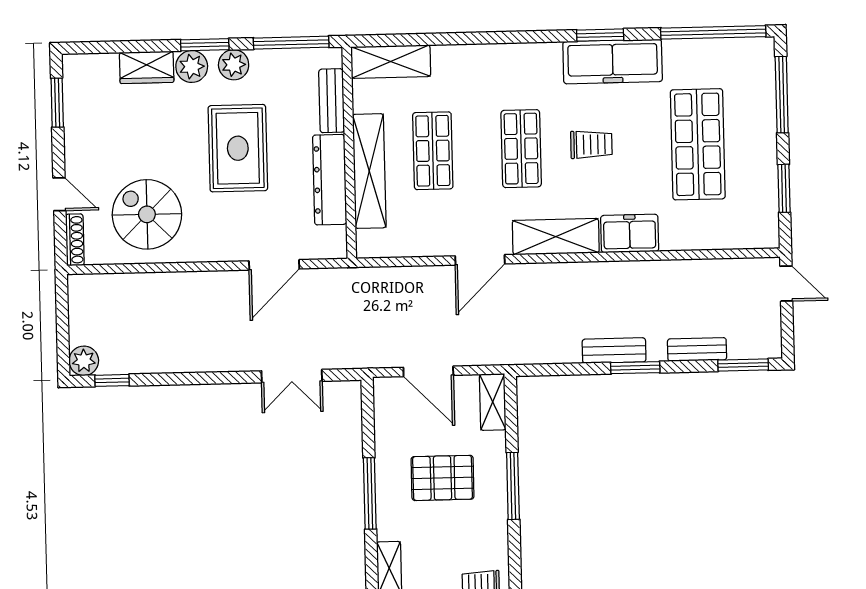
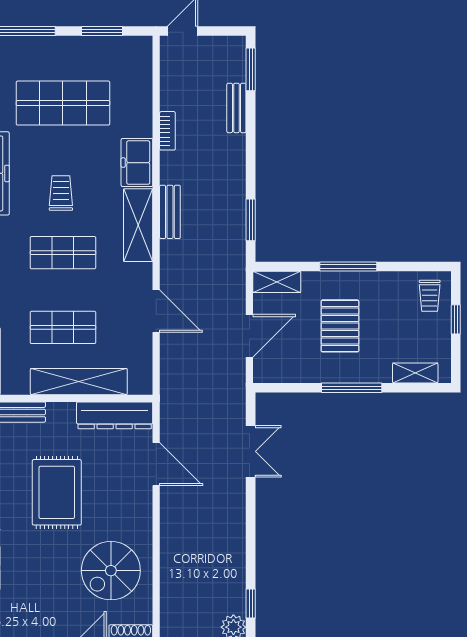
rug: (238, 148) -> (57, 492), turned 90
dresser: (330, 180) -> (115, 415), moved
door: (480, 260) -> (156, 311), moved
bookcase: (668, 269) -> (167, 131), added
bench: (614, 351) -> (170, 212), moved
window: (635, 368) -> (251, 220), moved

